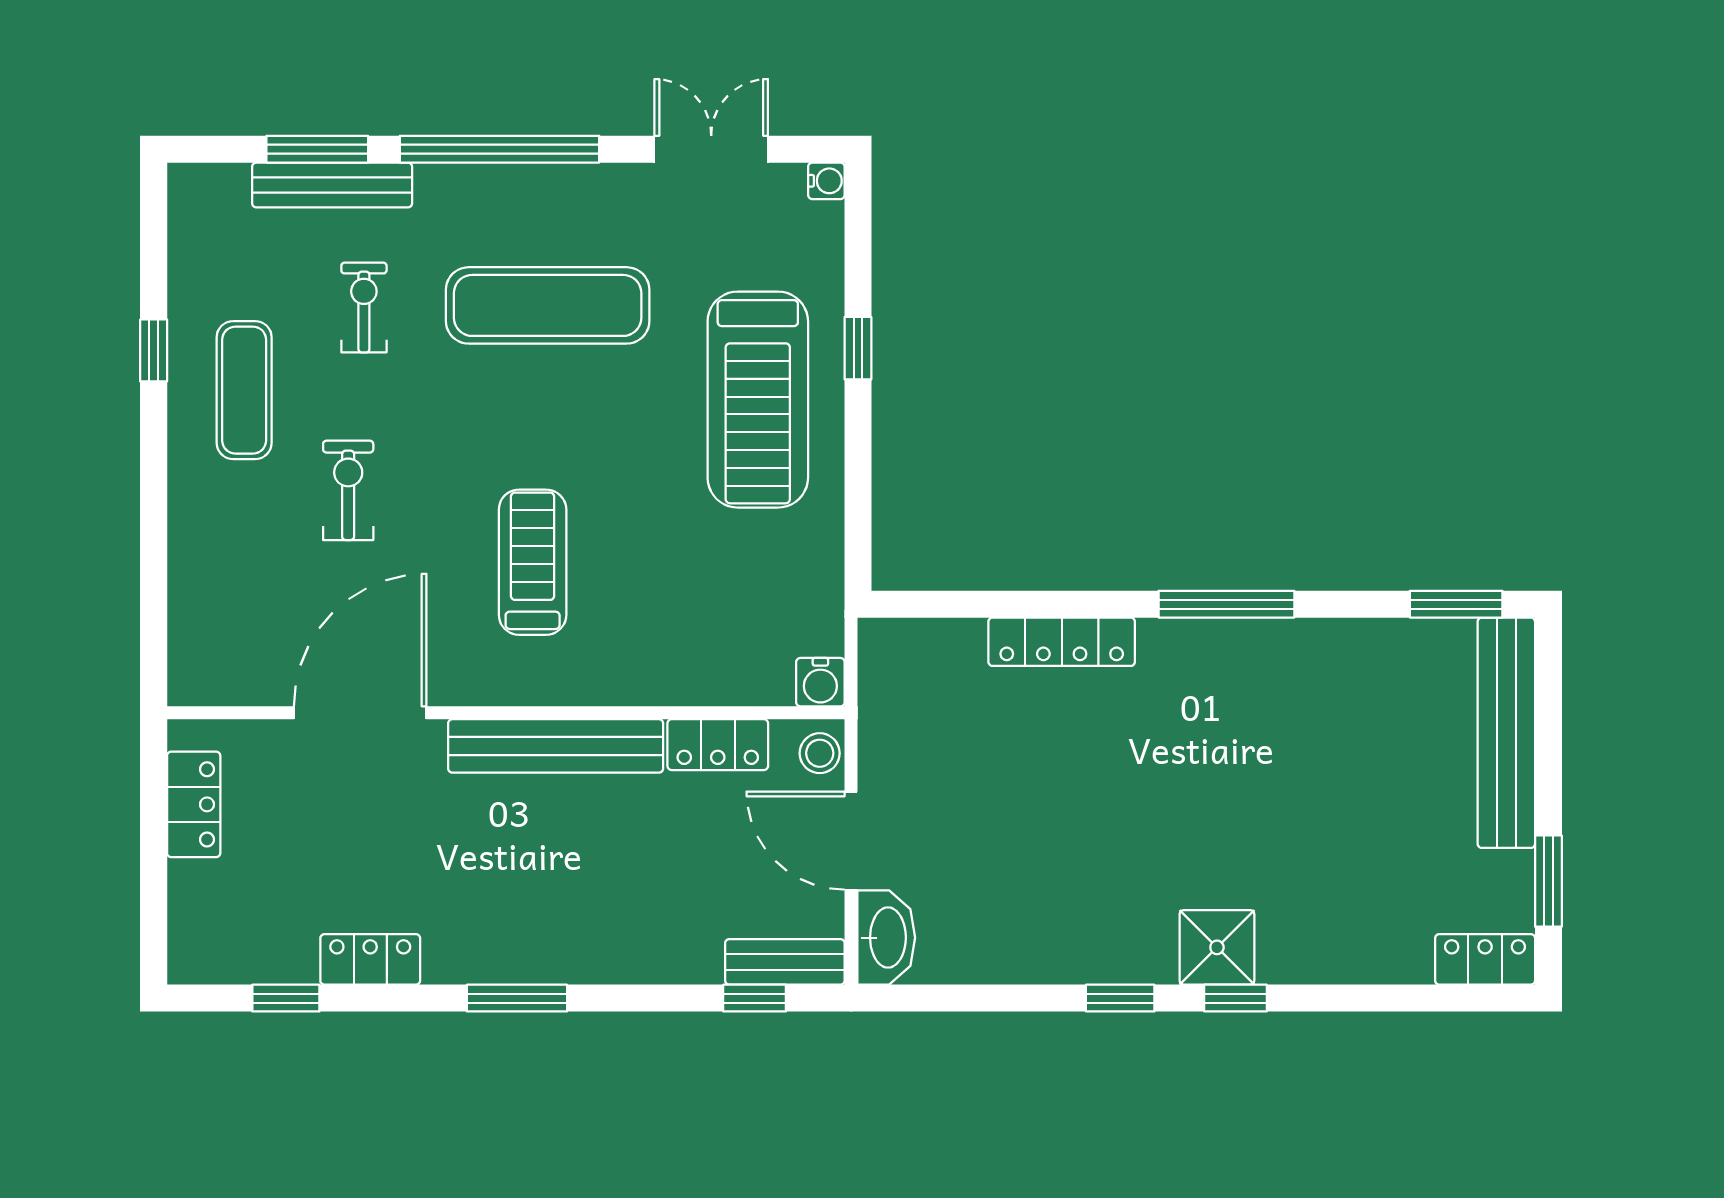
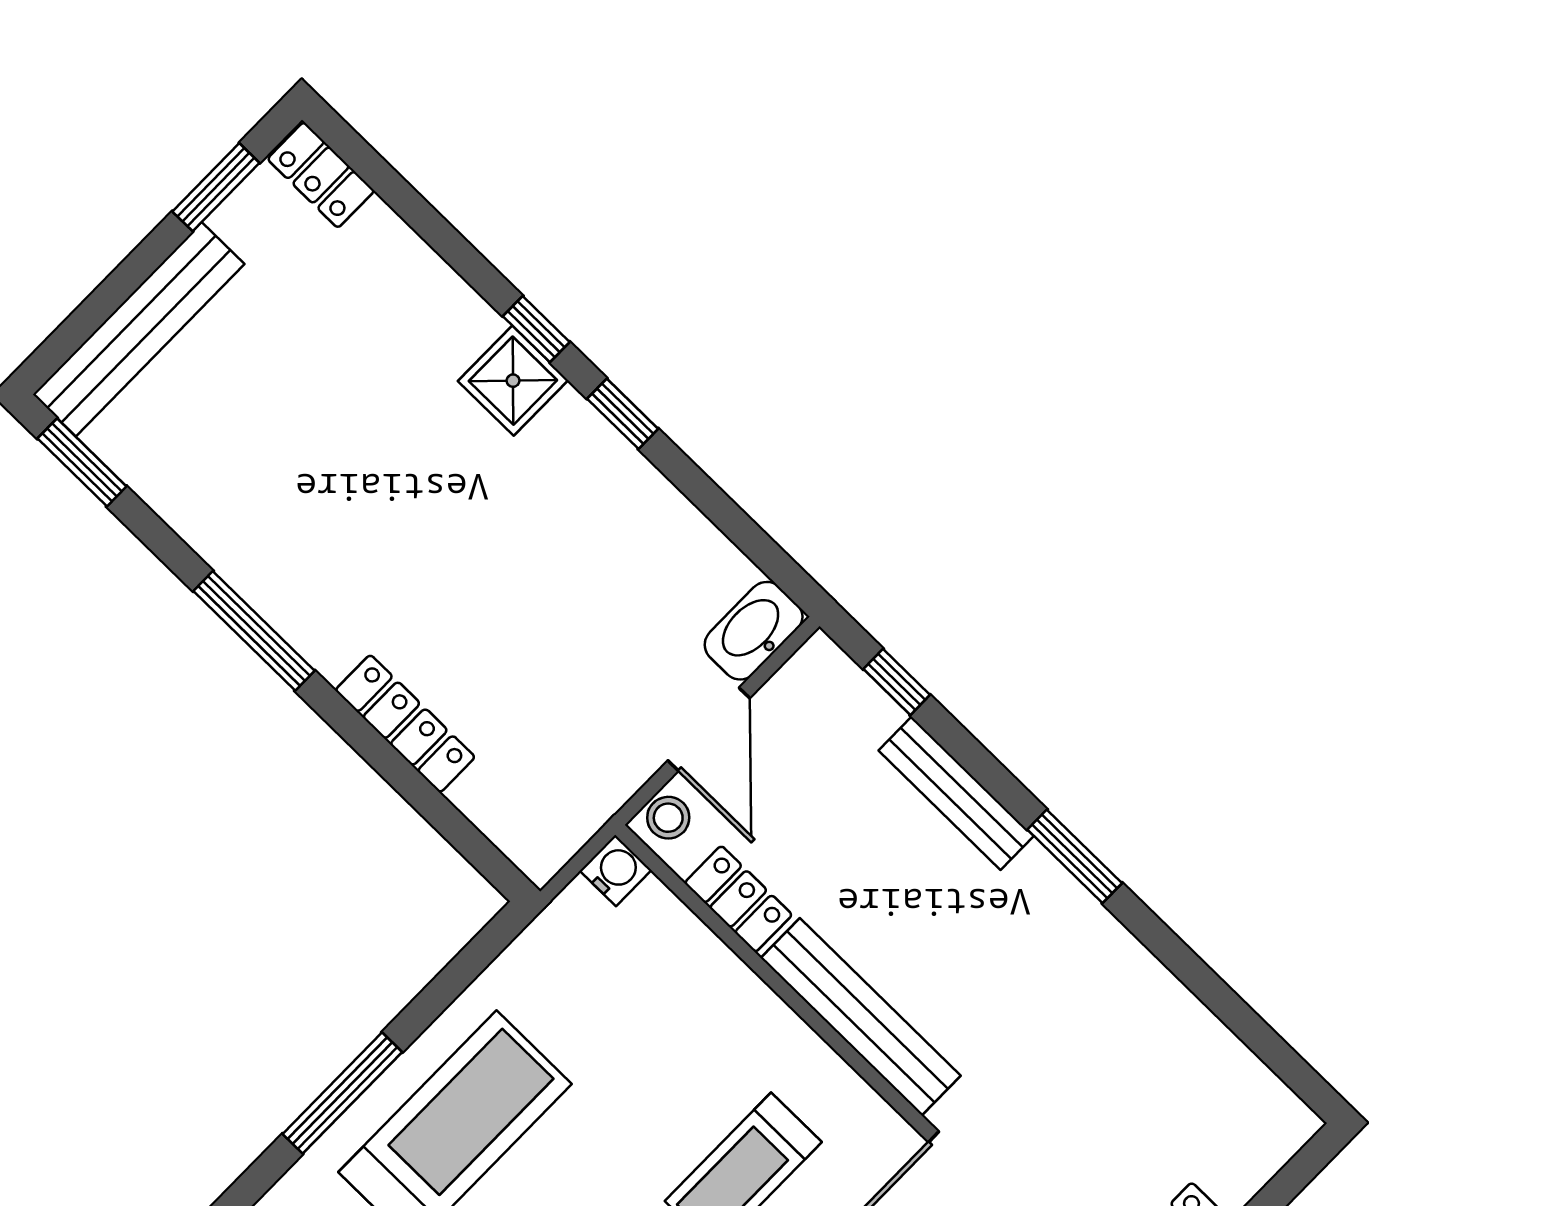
window: (858, 348) -> (342, 1093), width x2.17
locker: (370, 959) -> (1156, 993), removed
bench: (785, 962) -> (956, 793), moved, width x1.36
window: (286, 998) -> (1248, 1026), removed

